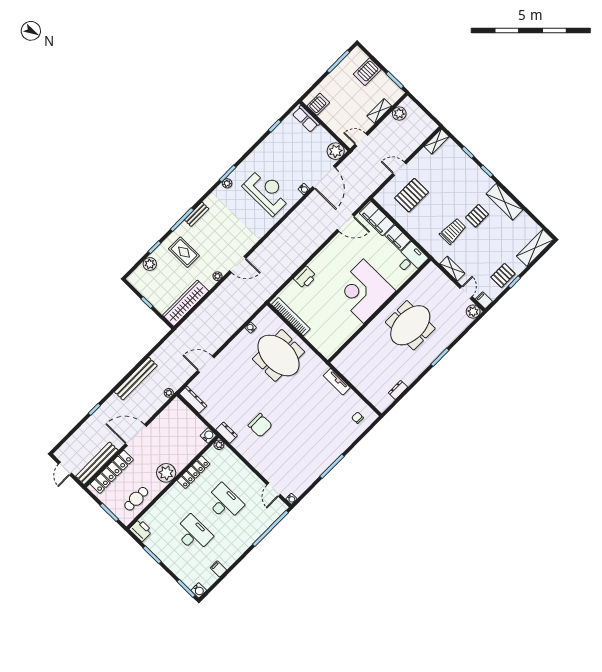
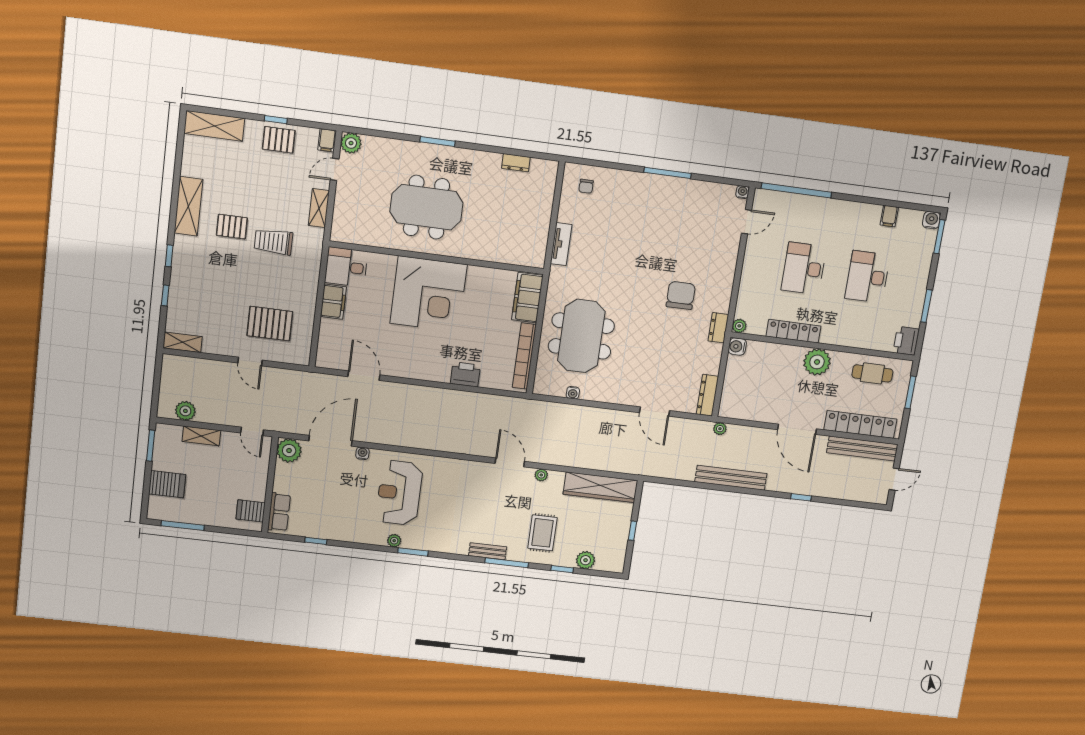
plant: (227, 183) -> (394, 541), moved
filing cabinet: (377, 219) -> (527, 298), moved, turned 180

